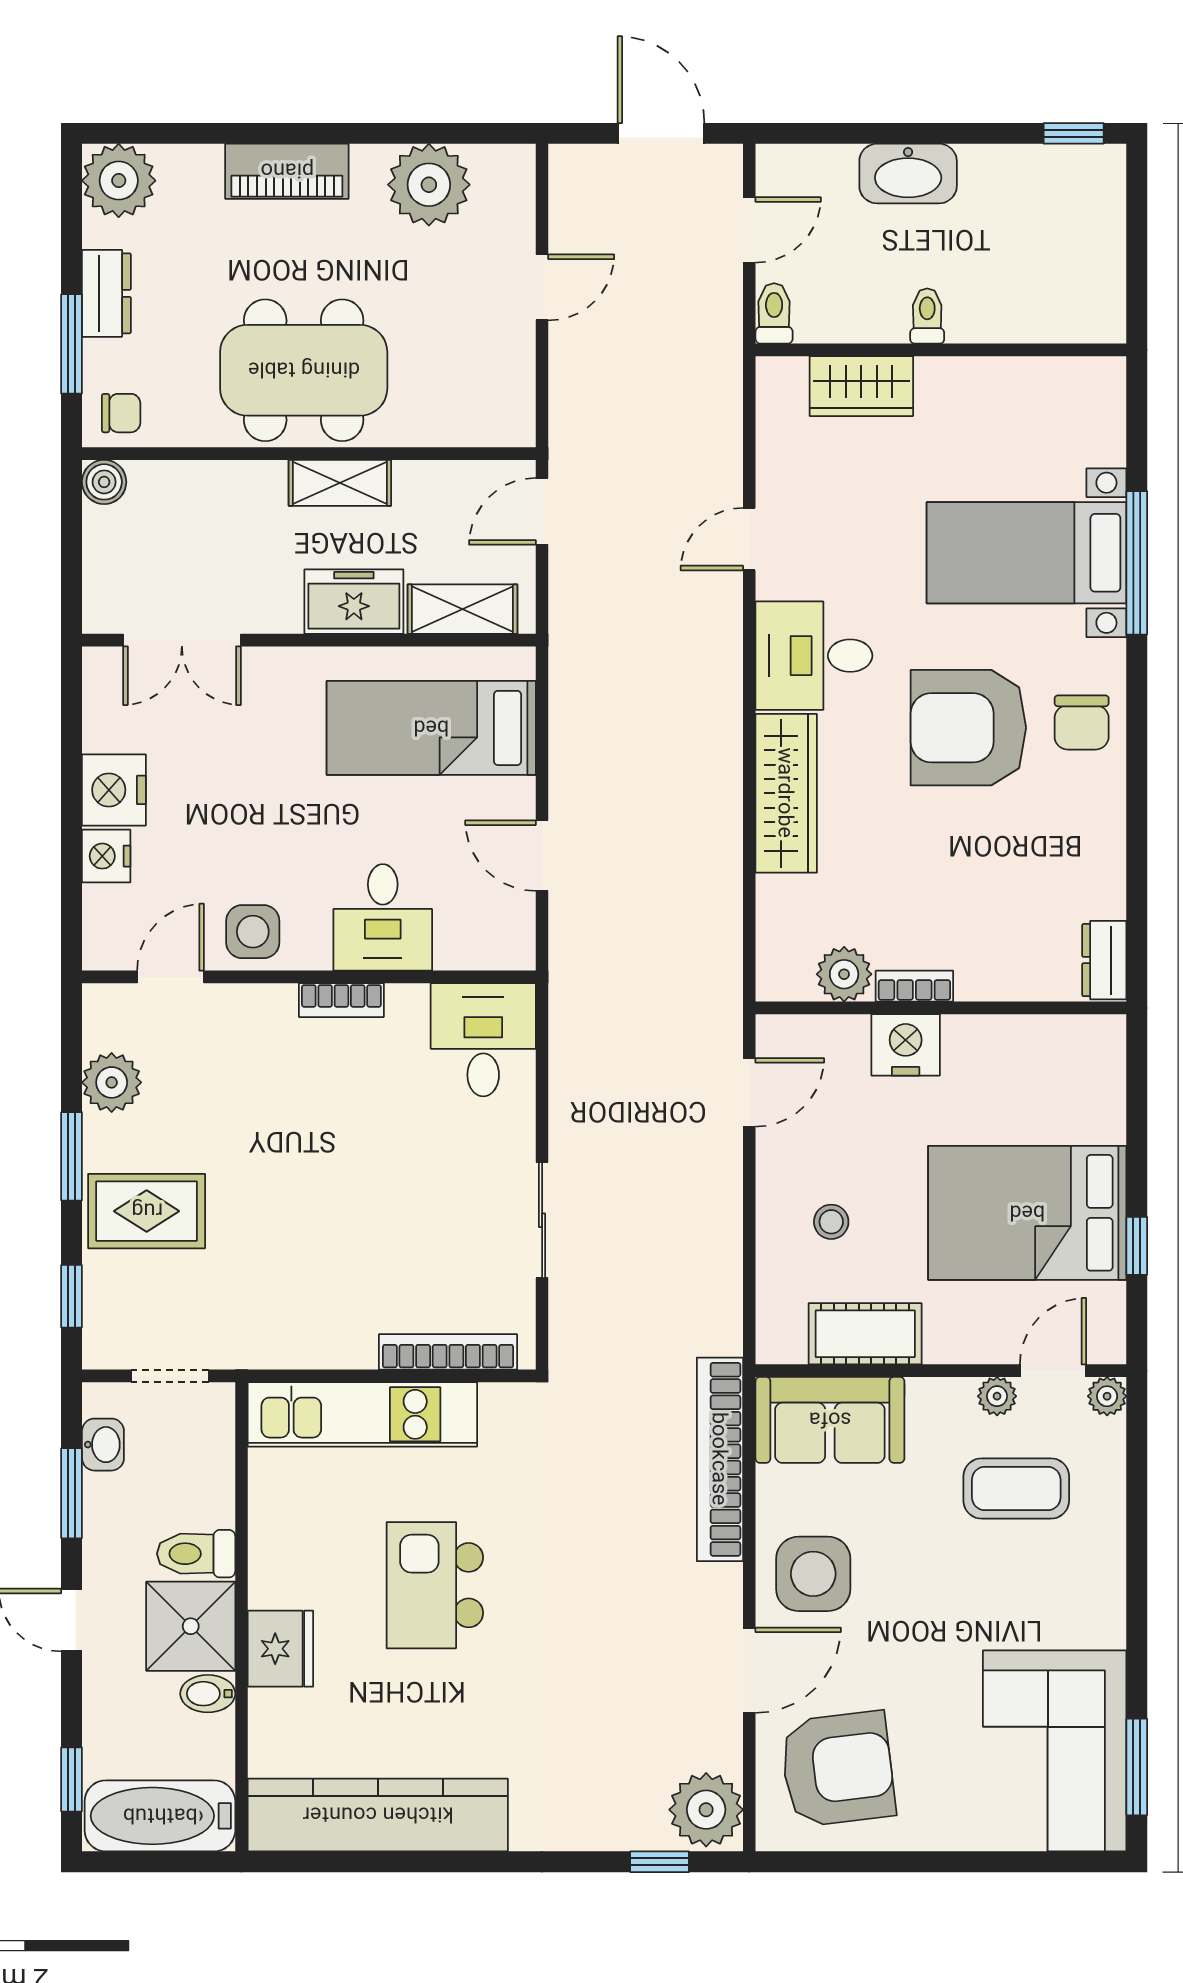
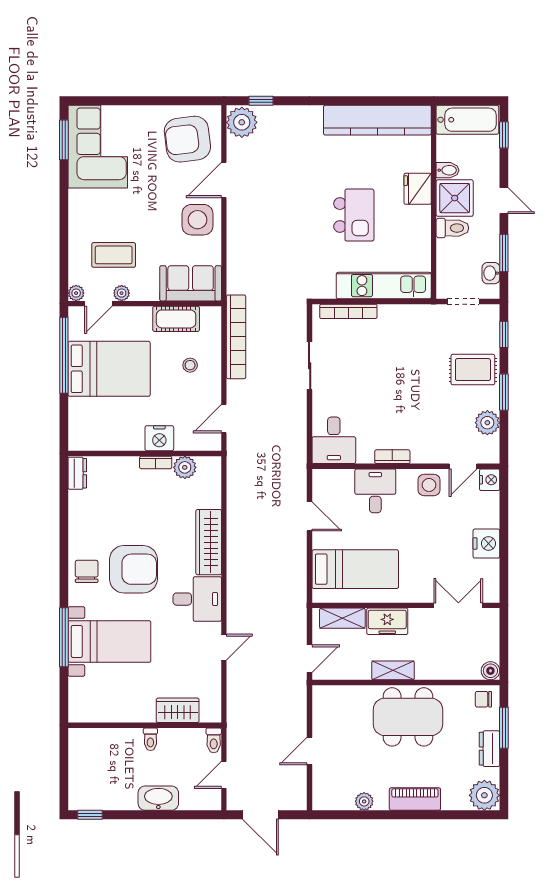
plant: (429, 185) -> (364, 801), width x0.53, depth x0.53
nightstand: (106, 856) -> (490, 480), moved
window: (1137, 1246) -> (64, 355), width x3.17
bookcase: (720, 1459) -> (236, 337), moved

